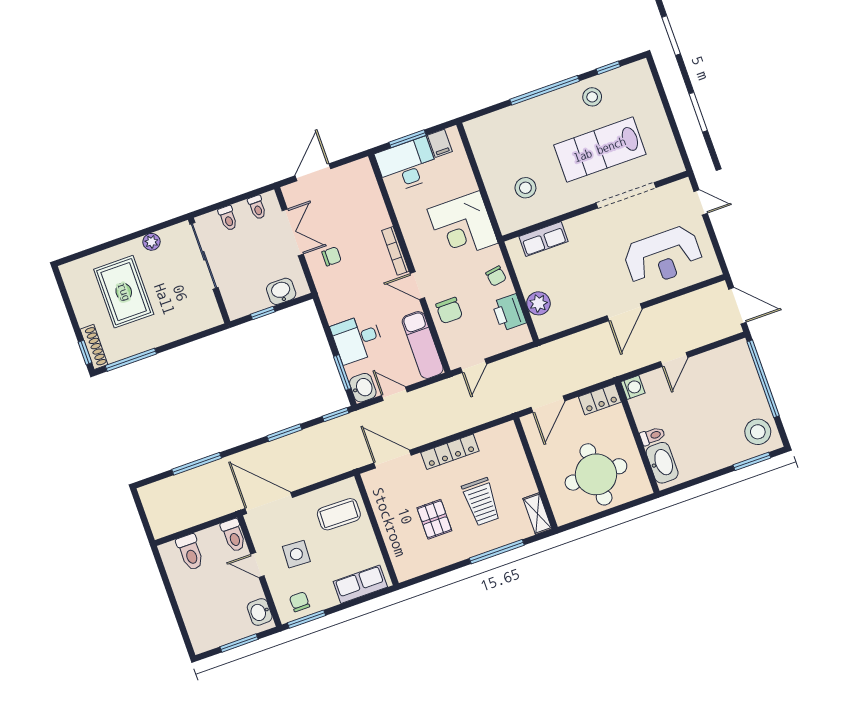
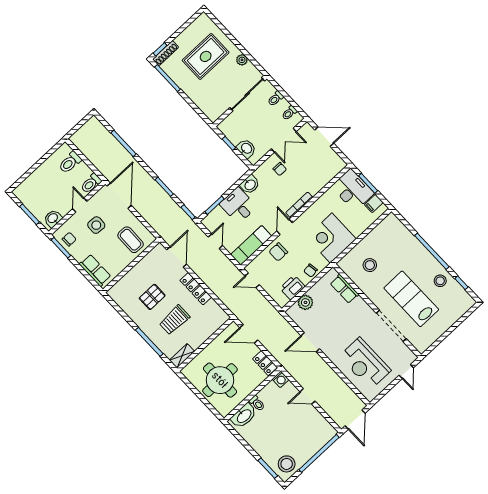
door: (625, 312) -> (310, 342), moved
washbasin: (363, 388) -> (250, 185), moved

